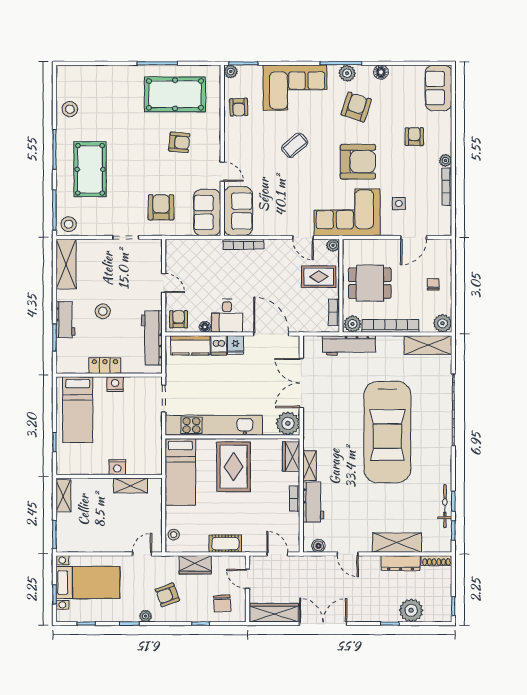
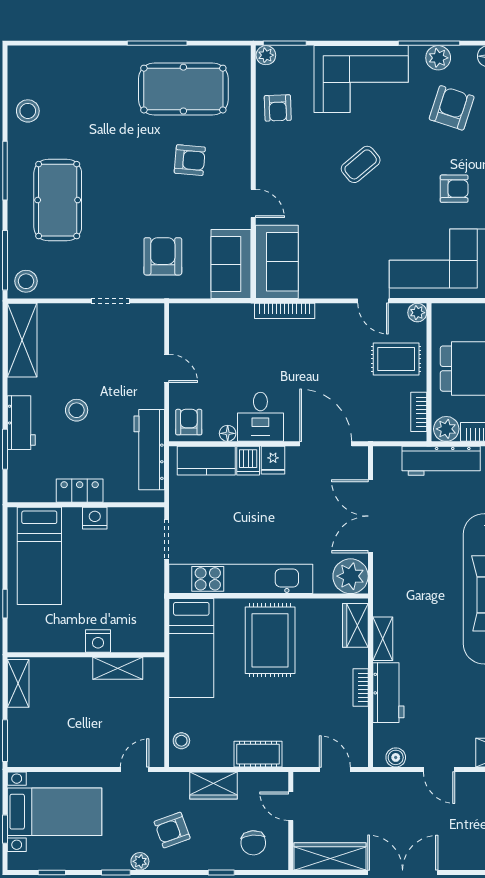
armchair: (358, 162) -> (454, 189), width x0.53, depth x0.53

